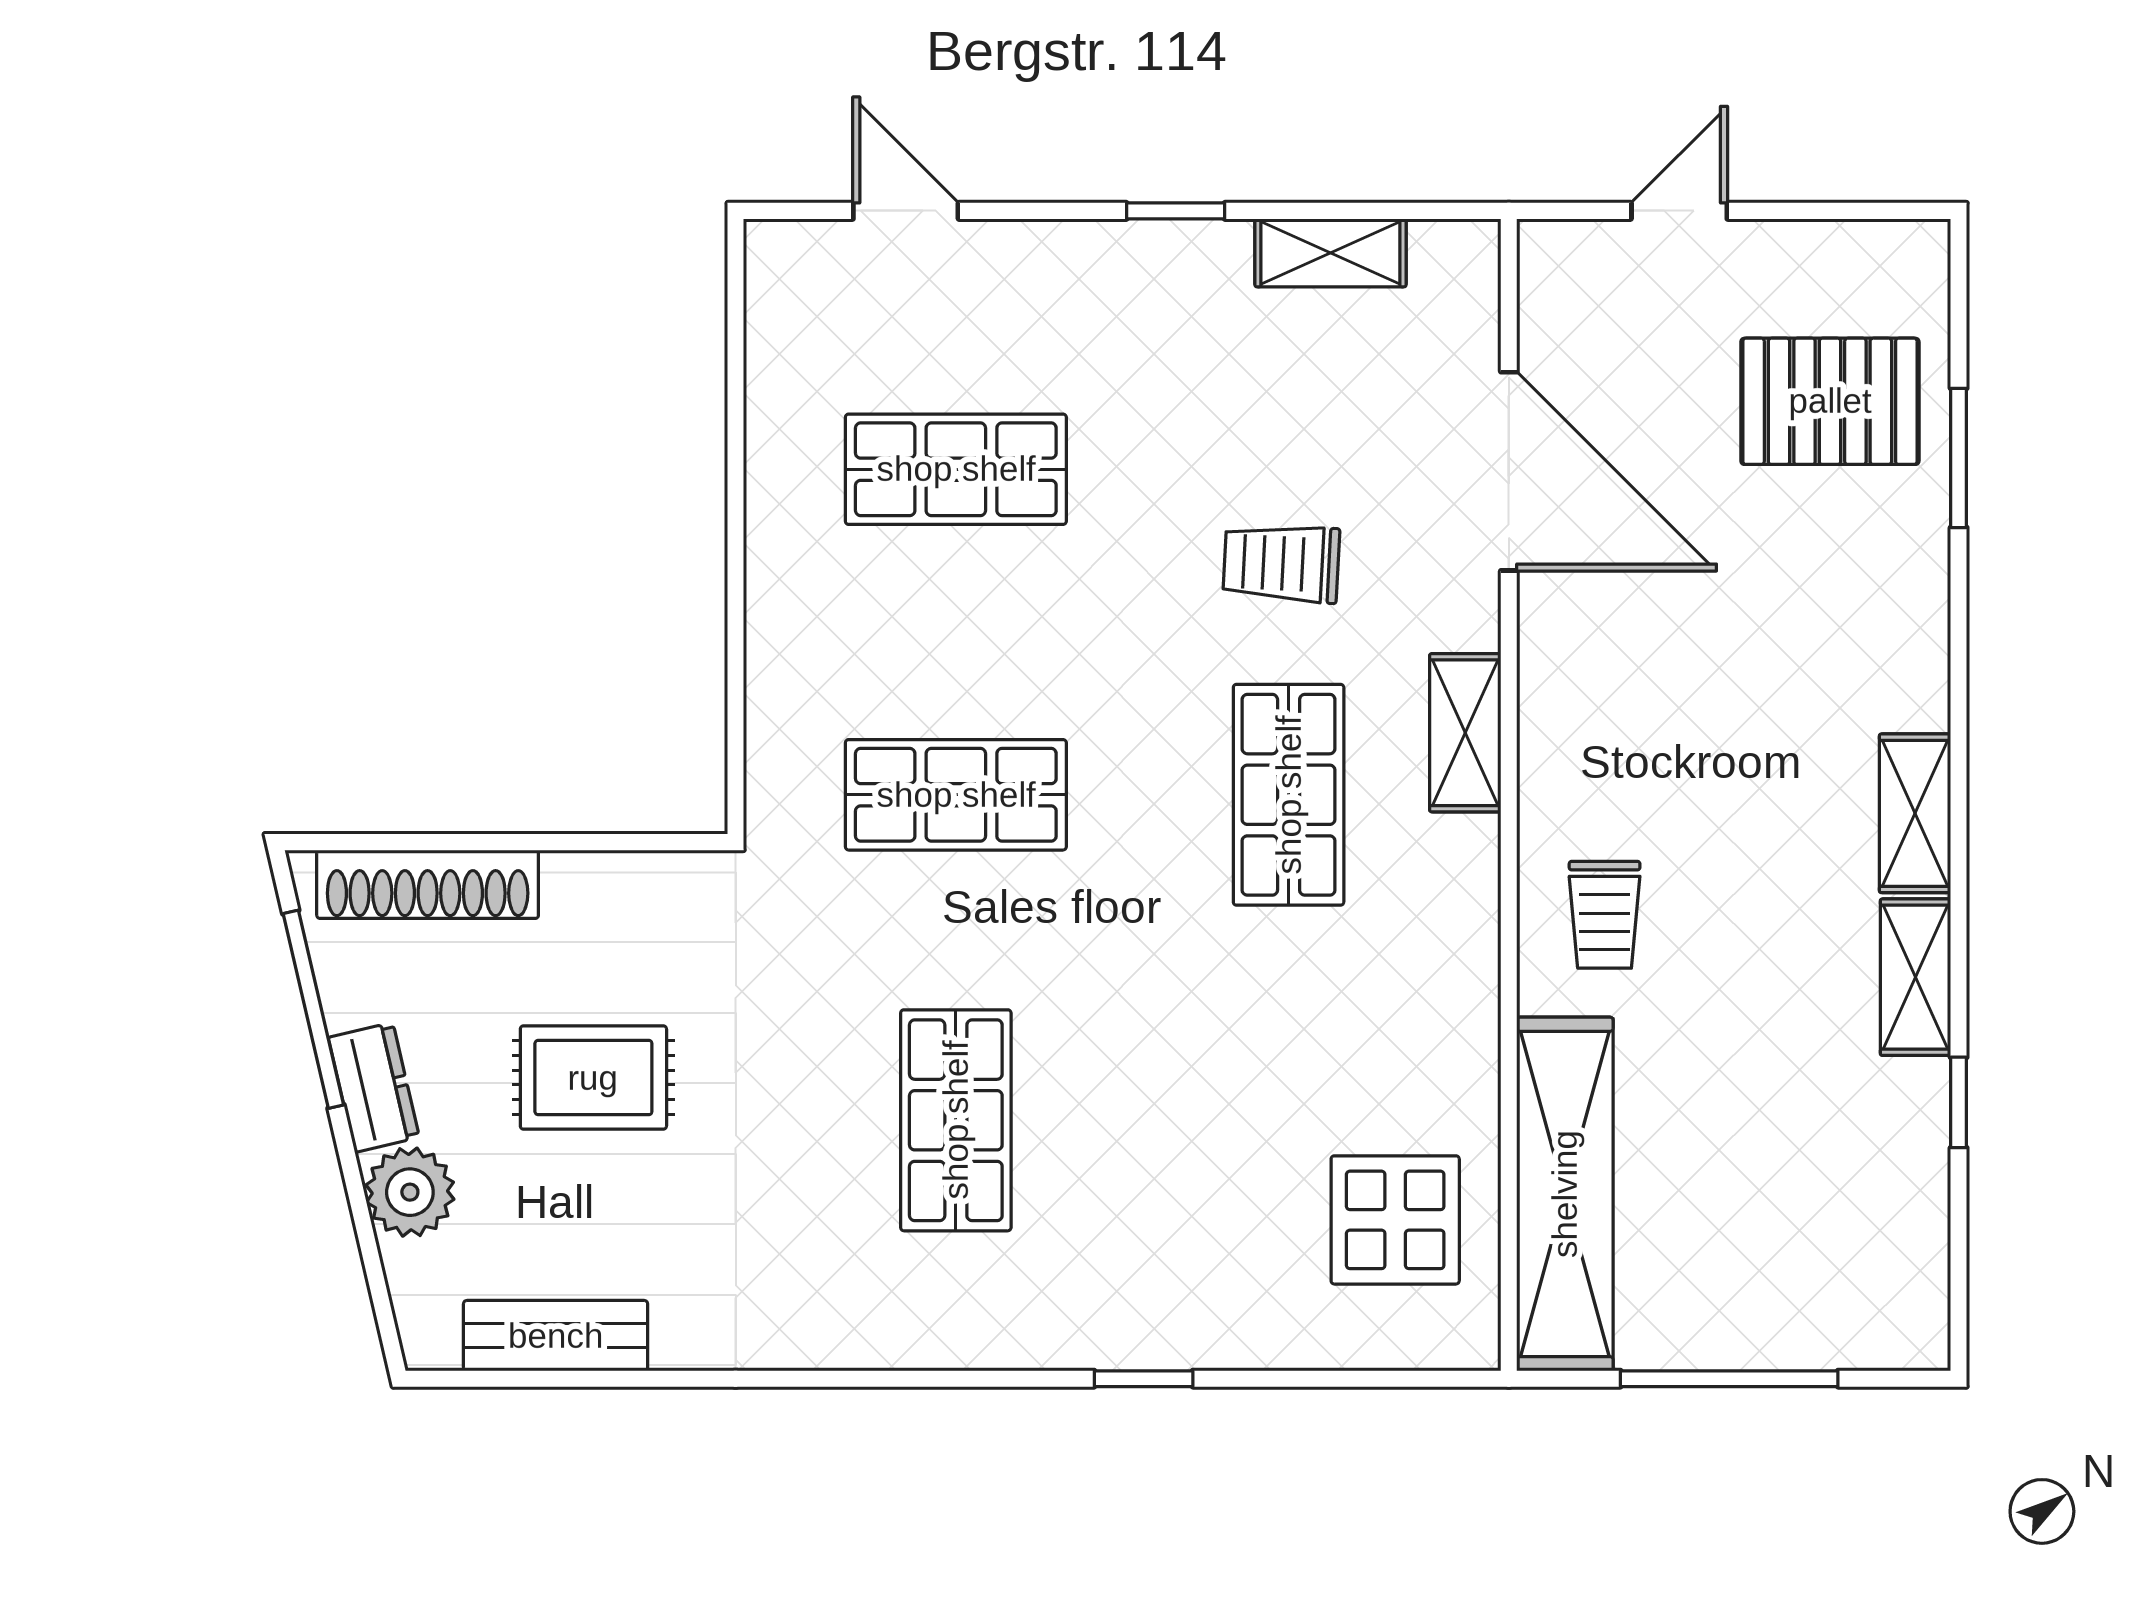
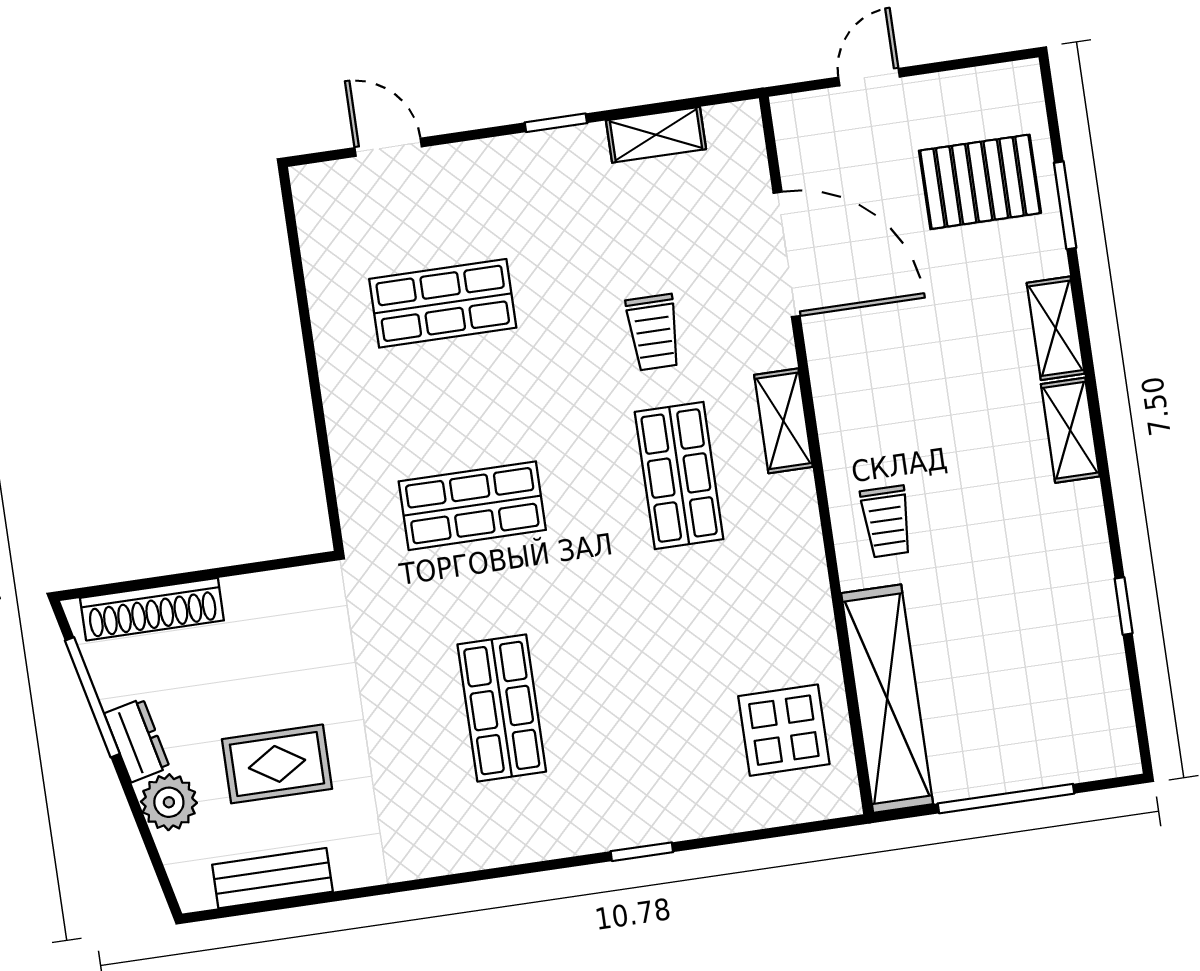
trolley: (1281, 563) -> (654, 332), turned -93
shelving: (1915, 977) -> (1056, 328), moved
rug: (593, 1078) -> (277, 764), moved

